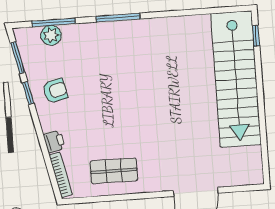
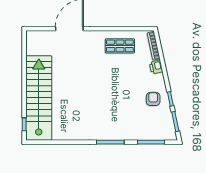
plant: (51, 35) -> (153, 134), removed
armchair: (55, 91) -> (153, 99), turned 103

